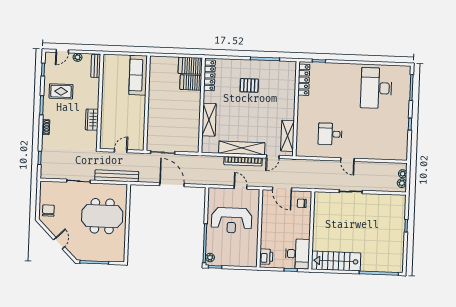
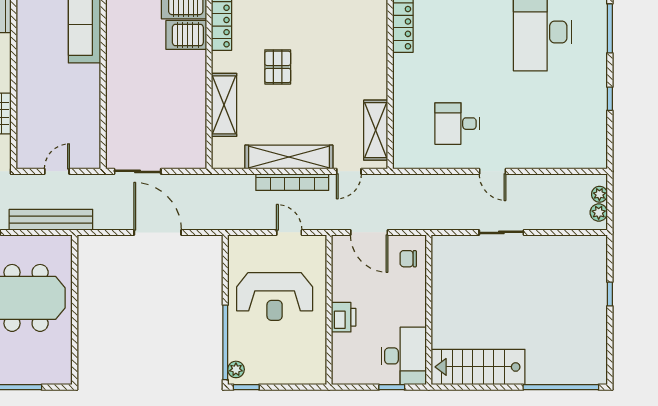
pallet: (249, 85) -> (278, 67), moved, turned 90
printer: (266, 257) -> (344, 317), moved

